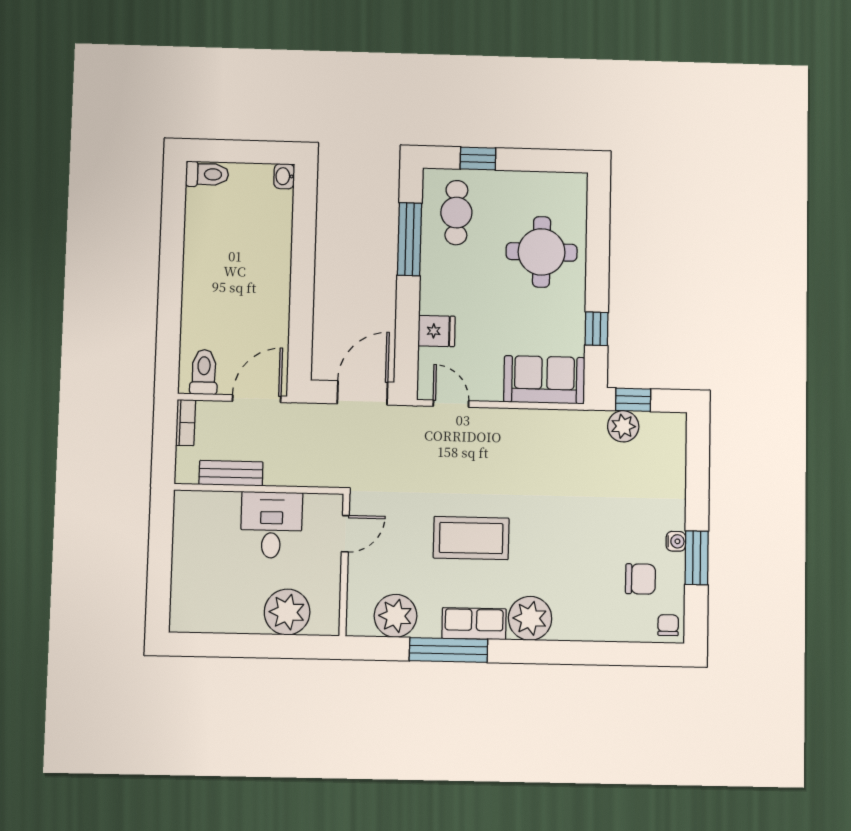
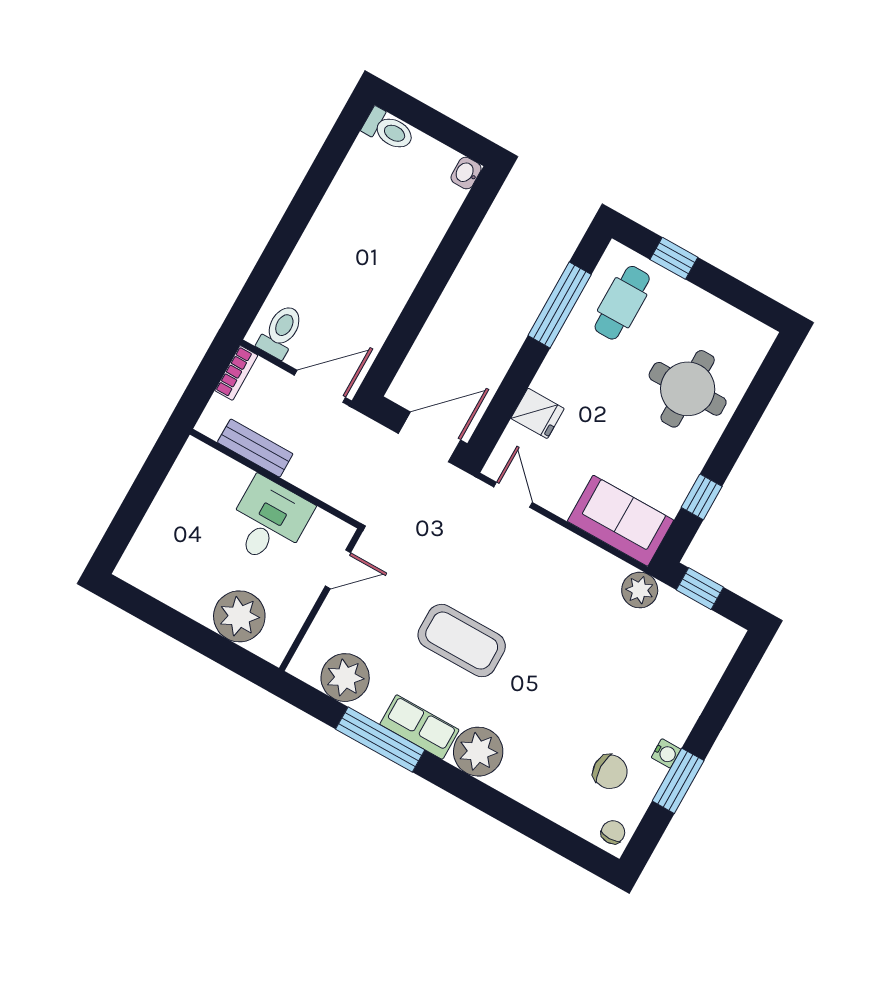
plant: (623, 426) -> (640, 590), moved

